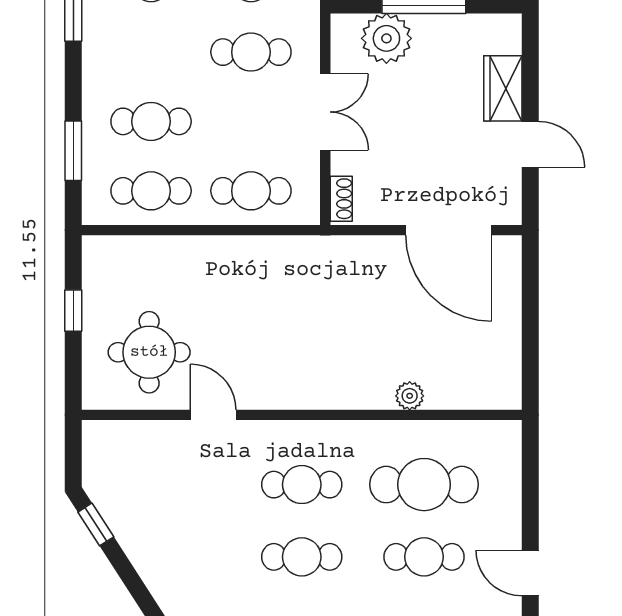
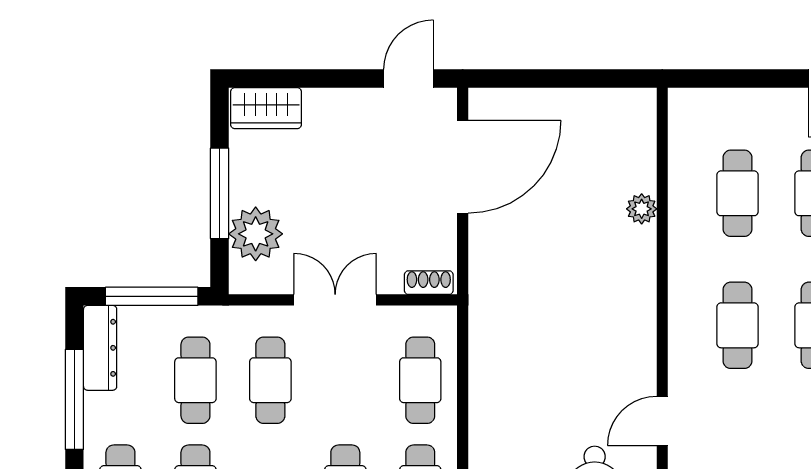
wardrobe: (503, 88) -> (266, 108), moved
door: (530, 144) -> (409, 79), moved
cafe table: (424, 485) -> (737, 193), width x0.73, depth x0.74

